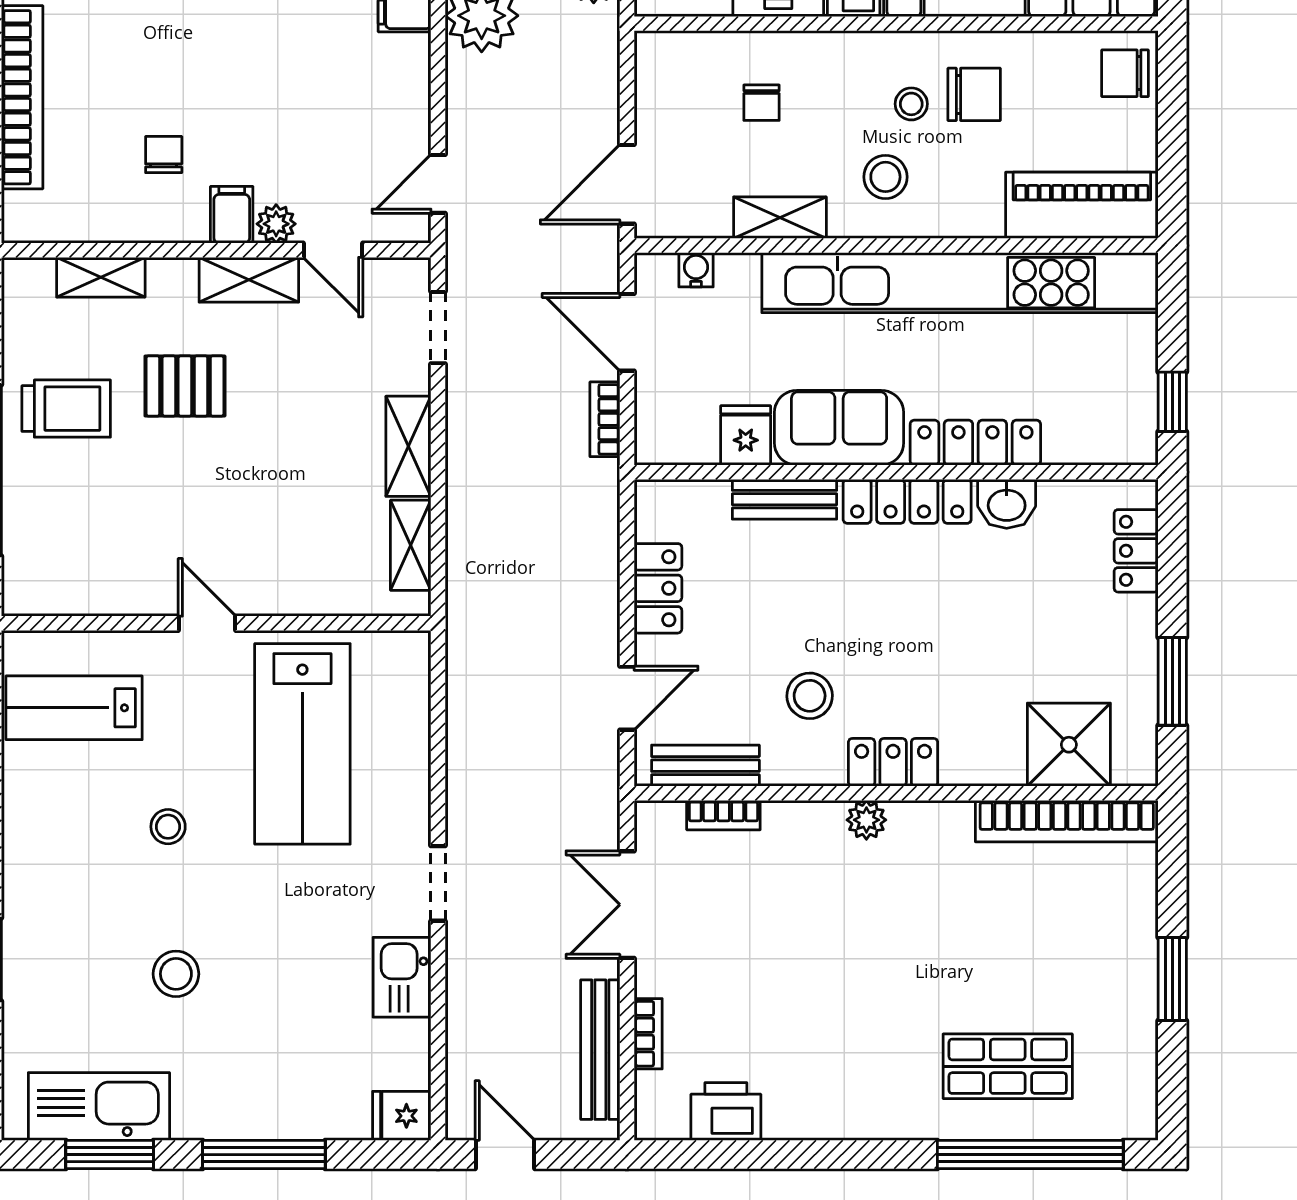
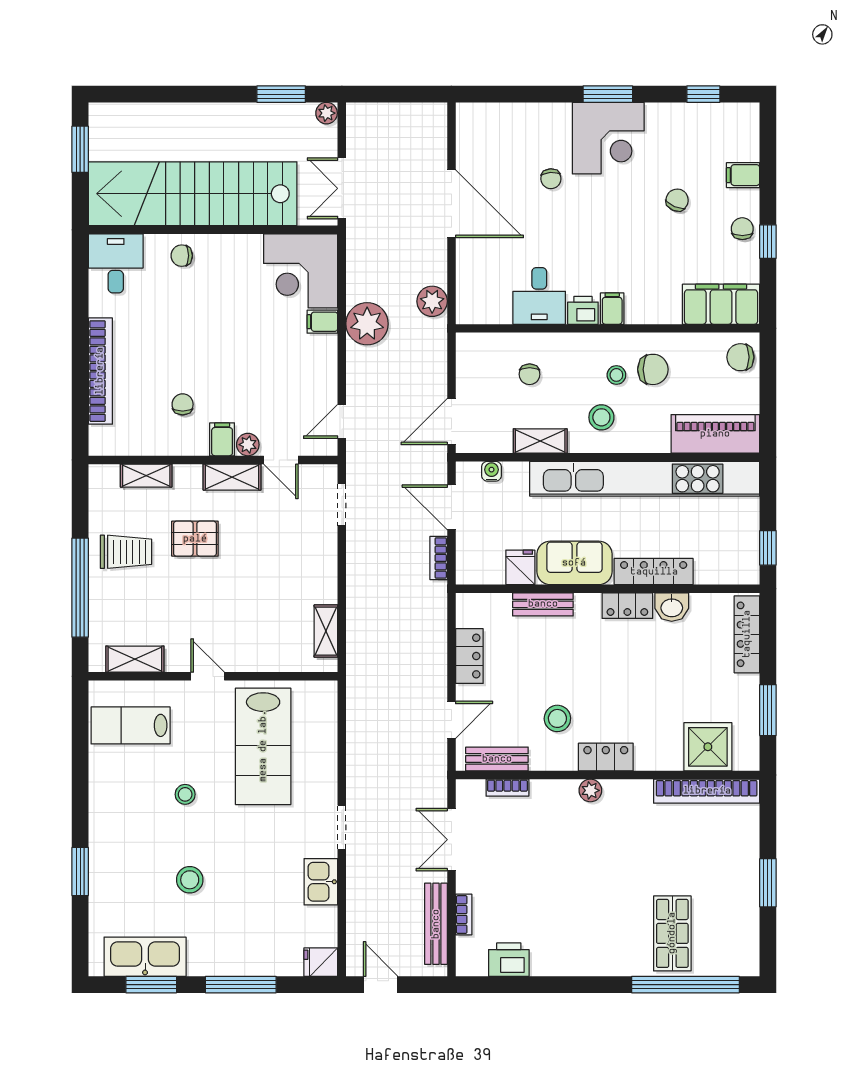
shelving: (408, 446) -> (135, 659), moved, turned 90
locker: (907, 501) -> (627, 606), width x0.66
locker: (1136, 551) -> (747, 634), width x1.53
shop shelf: (1008, 1066) -> (672, 933), turned 90

